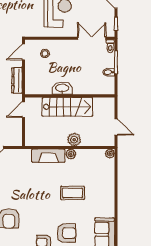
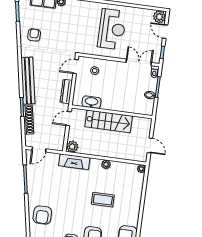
washbasin: (62, 88) -> (92, 102), moved
plant: (74, 140) -> (72, 147), moved
fireplace: (48, 156) -> (74, 162), moved

